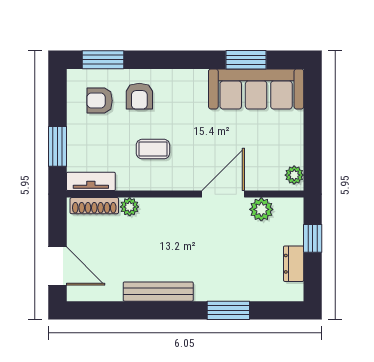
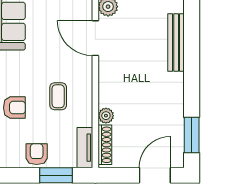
armchair: (100, 101) -> (37, 154), moved, turned 180
bench: (158, 292) -> (176, 42), moved
window: (228, 310) -> (192, 135), moved

